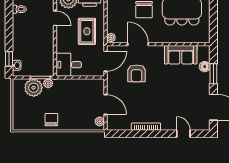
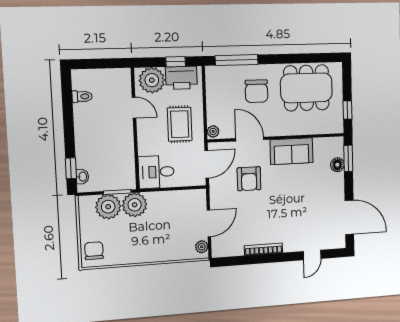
window: (213, 26) -> (348, 110), added
sofa: (181, 55) -> (292, 151), moved
window: (213, 74) -> (348, 158), moved
plant: (48, 83) -> (135, 205), width x1.87, depth x1.87
door: (105, 104) -> (209, 223), hinge flipped
chair: (51, 120) -> (94, 251), moved
door: (183, 134) -> (312, 255), swing flipped

